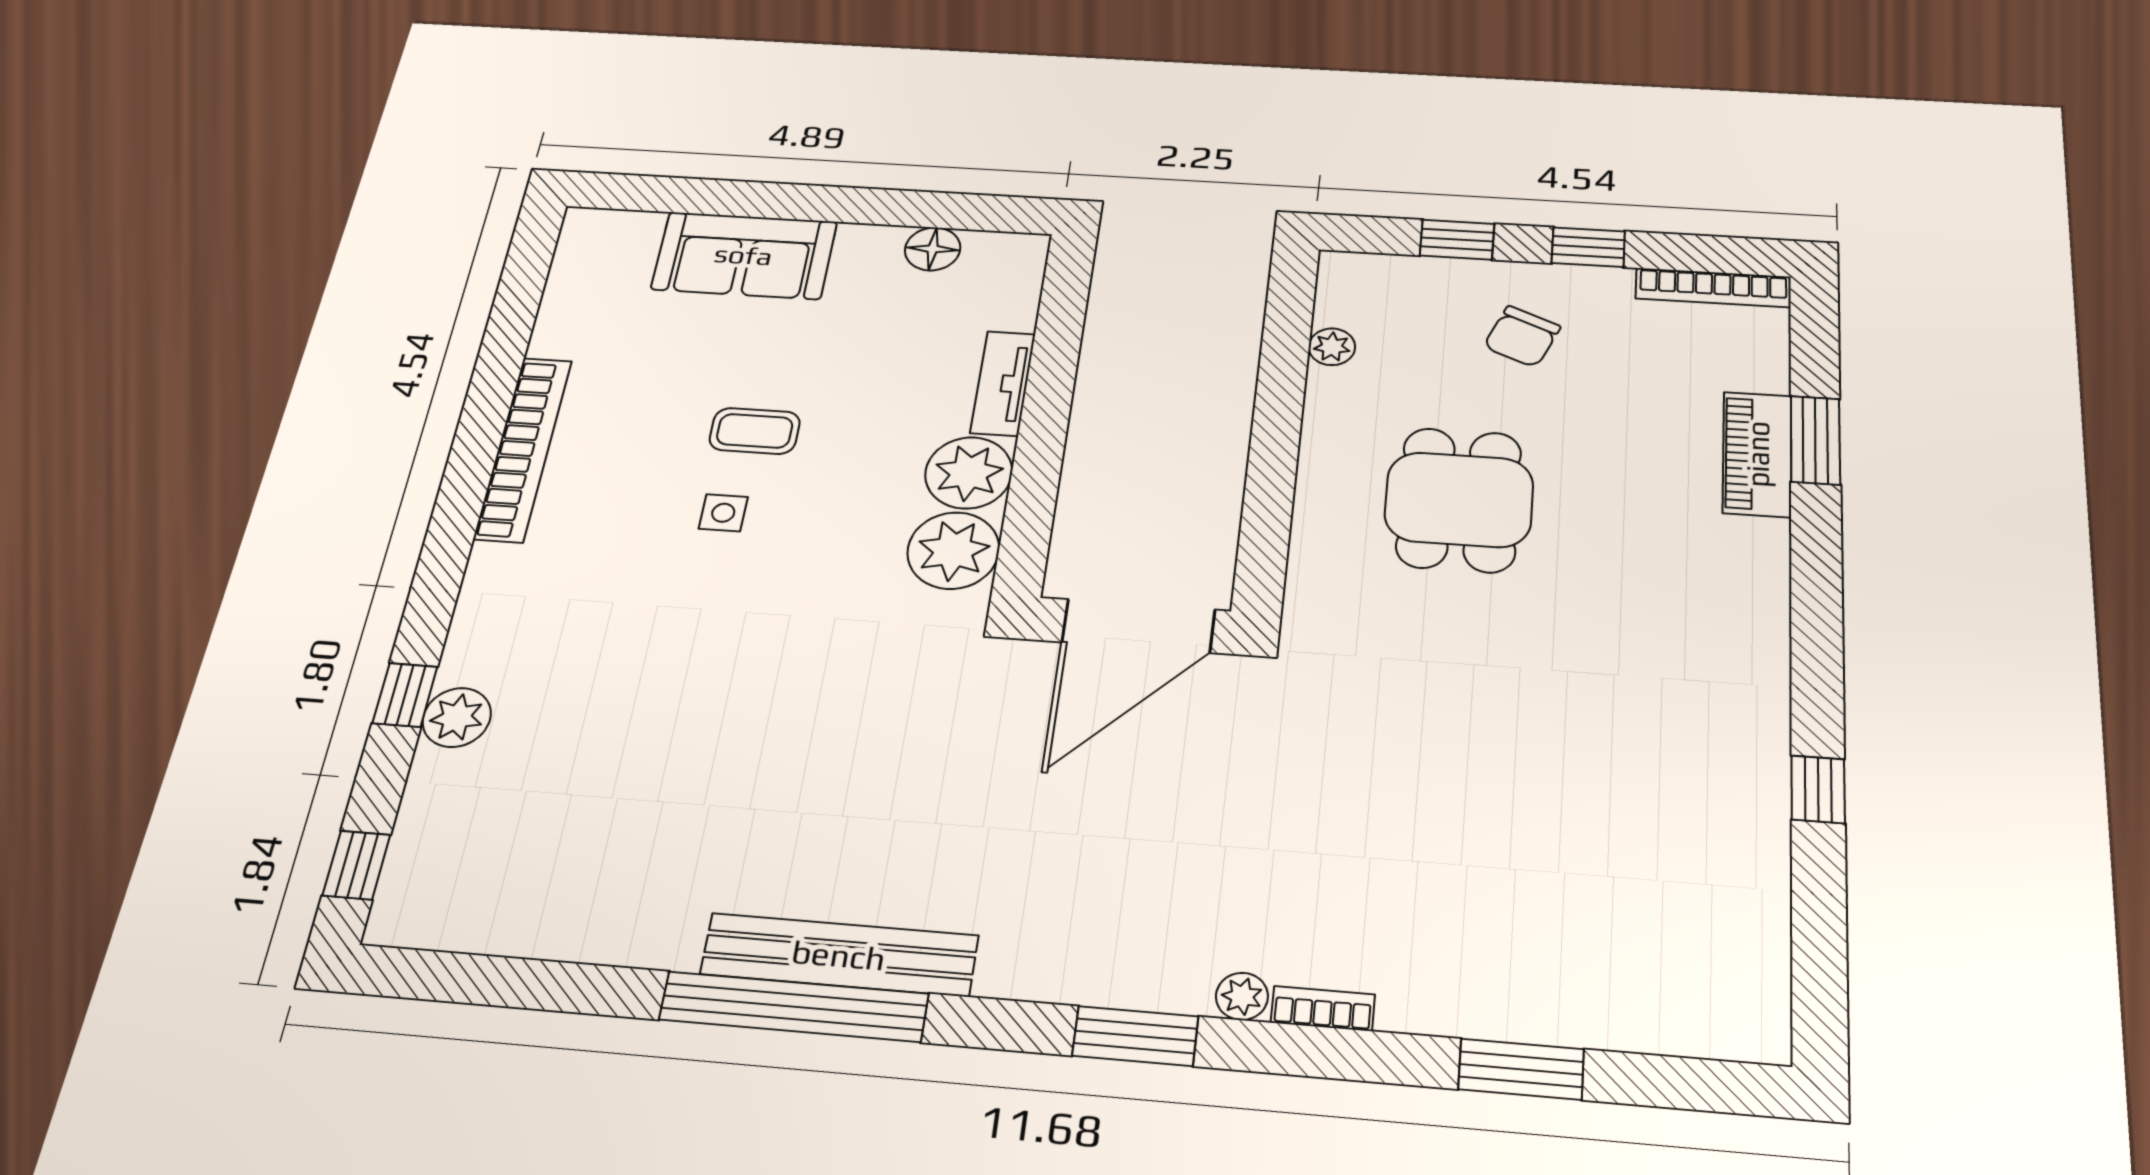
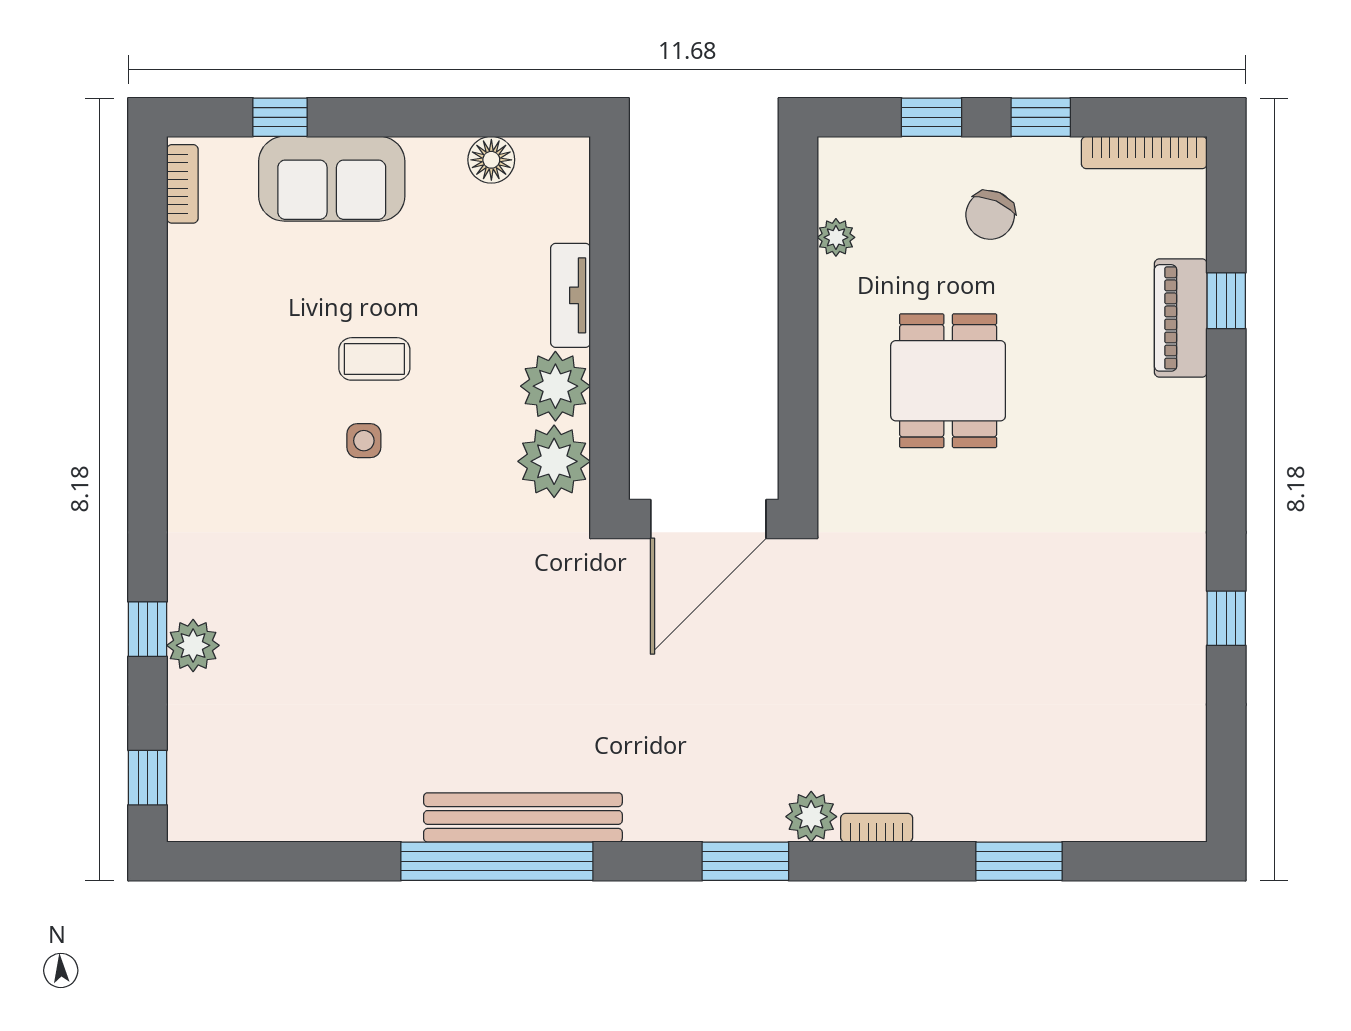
window: (699, 196) -> (280, 117), added
window: (1815, 440) -> (1226, 301), width x0.67
bookcase: (523, 449) -> (182, 184), moved, width x0.43, depth x0.76
plant: (1242, 996) -> (811, 817), width x1.38, depth x1.38

